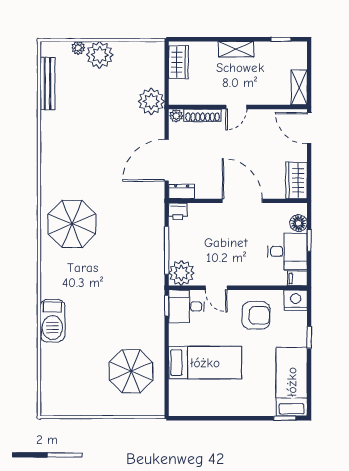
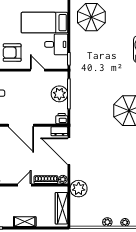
plant: (100, 55) -> (107, 222), width x0.53, depth x0.53
wardrobe: (178, 62) -> (61, 208), width x1.50
door: (167, 160) -> (69, 151), swing flipped
plant: (181, 273) -> (59, 94), moved
desk: (187, 306) -> (56, 44), moved

